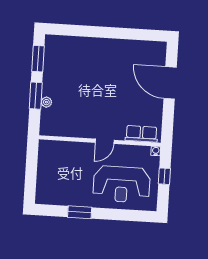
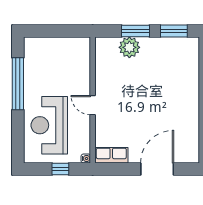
plant: (46, 102) -> (129, 47), width x1.88, depth x1.88
row of seats: (141, 134) -> (111, 155), moved, turned -90
window: (80, 212) -> (18, 84), width x2.11

